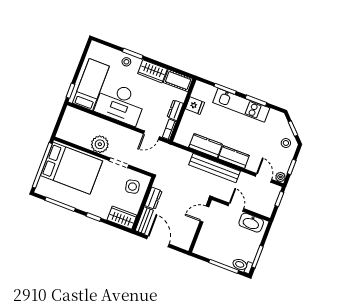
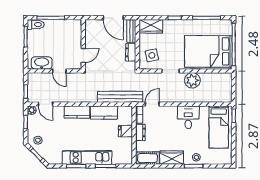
desk: (120, 103) -> (188, 117), width x0.53, depth x0.77
fridge: (195, 106) -> (125, 131), moved
bench: (215, 168) -> (120, 97), moved

